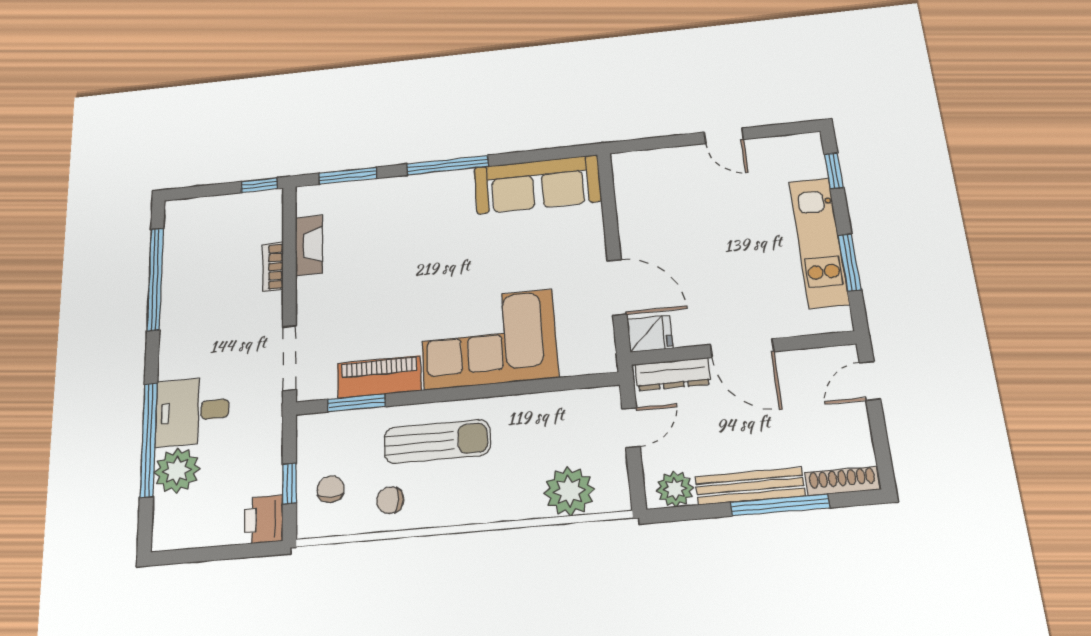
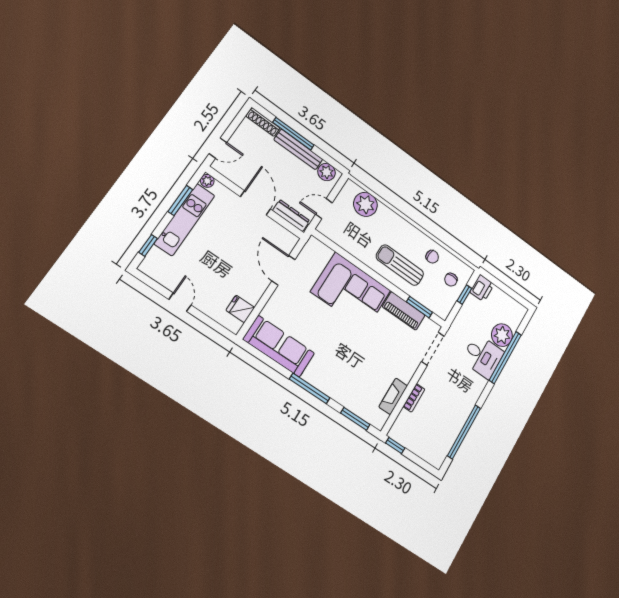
plant: (839, 320) -> (207, 181), added
fridge: (650, 334) -> (240, 309), moved

